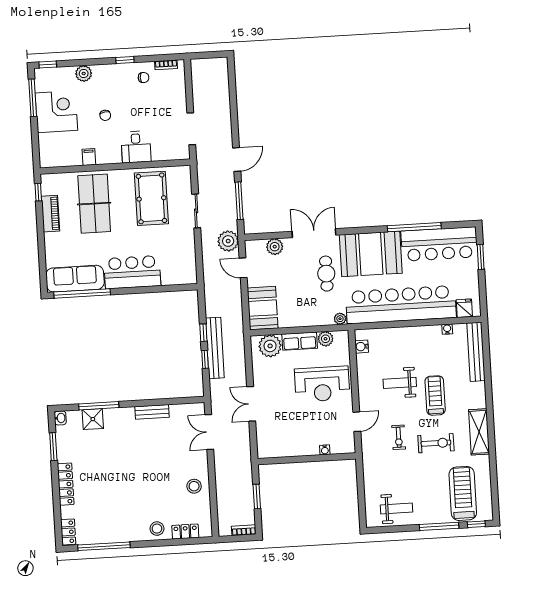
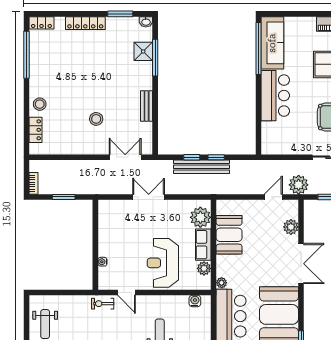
cafe table: (326, 274) -> (263, 273), removed
booth: (263, 308) -> (229, 235), moved, turned 90
exercise bike: (399, 437) -> (103, 304), moved
stool: (194, 486) -> (96, 119), moved

